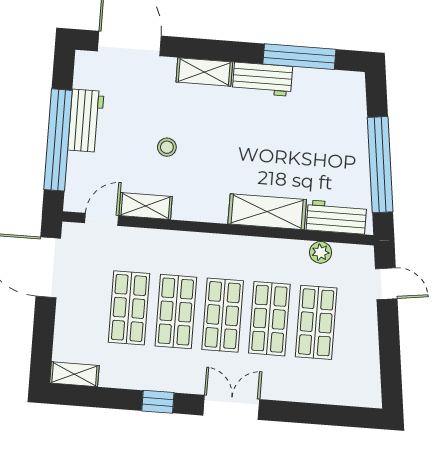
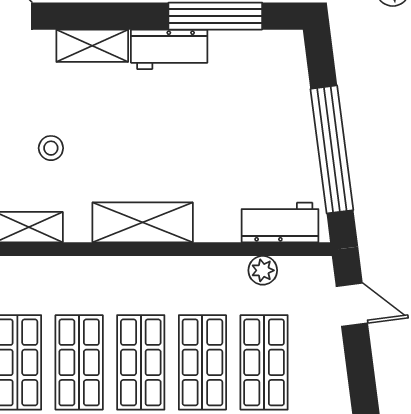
shelving: (267, 212) -> (143, 222), moved

